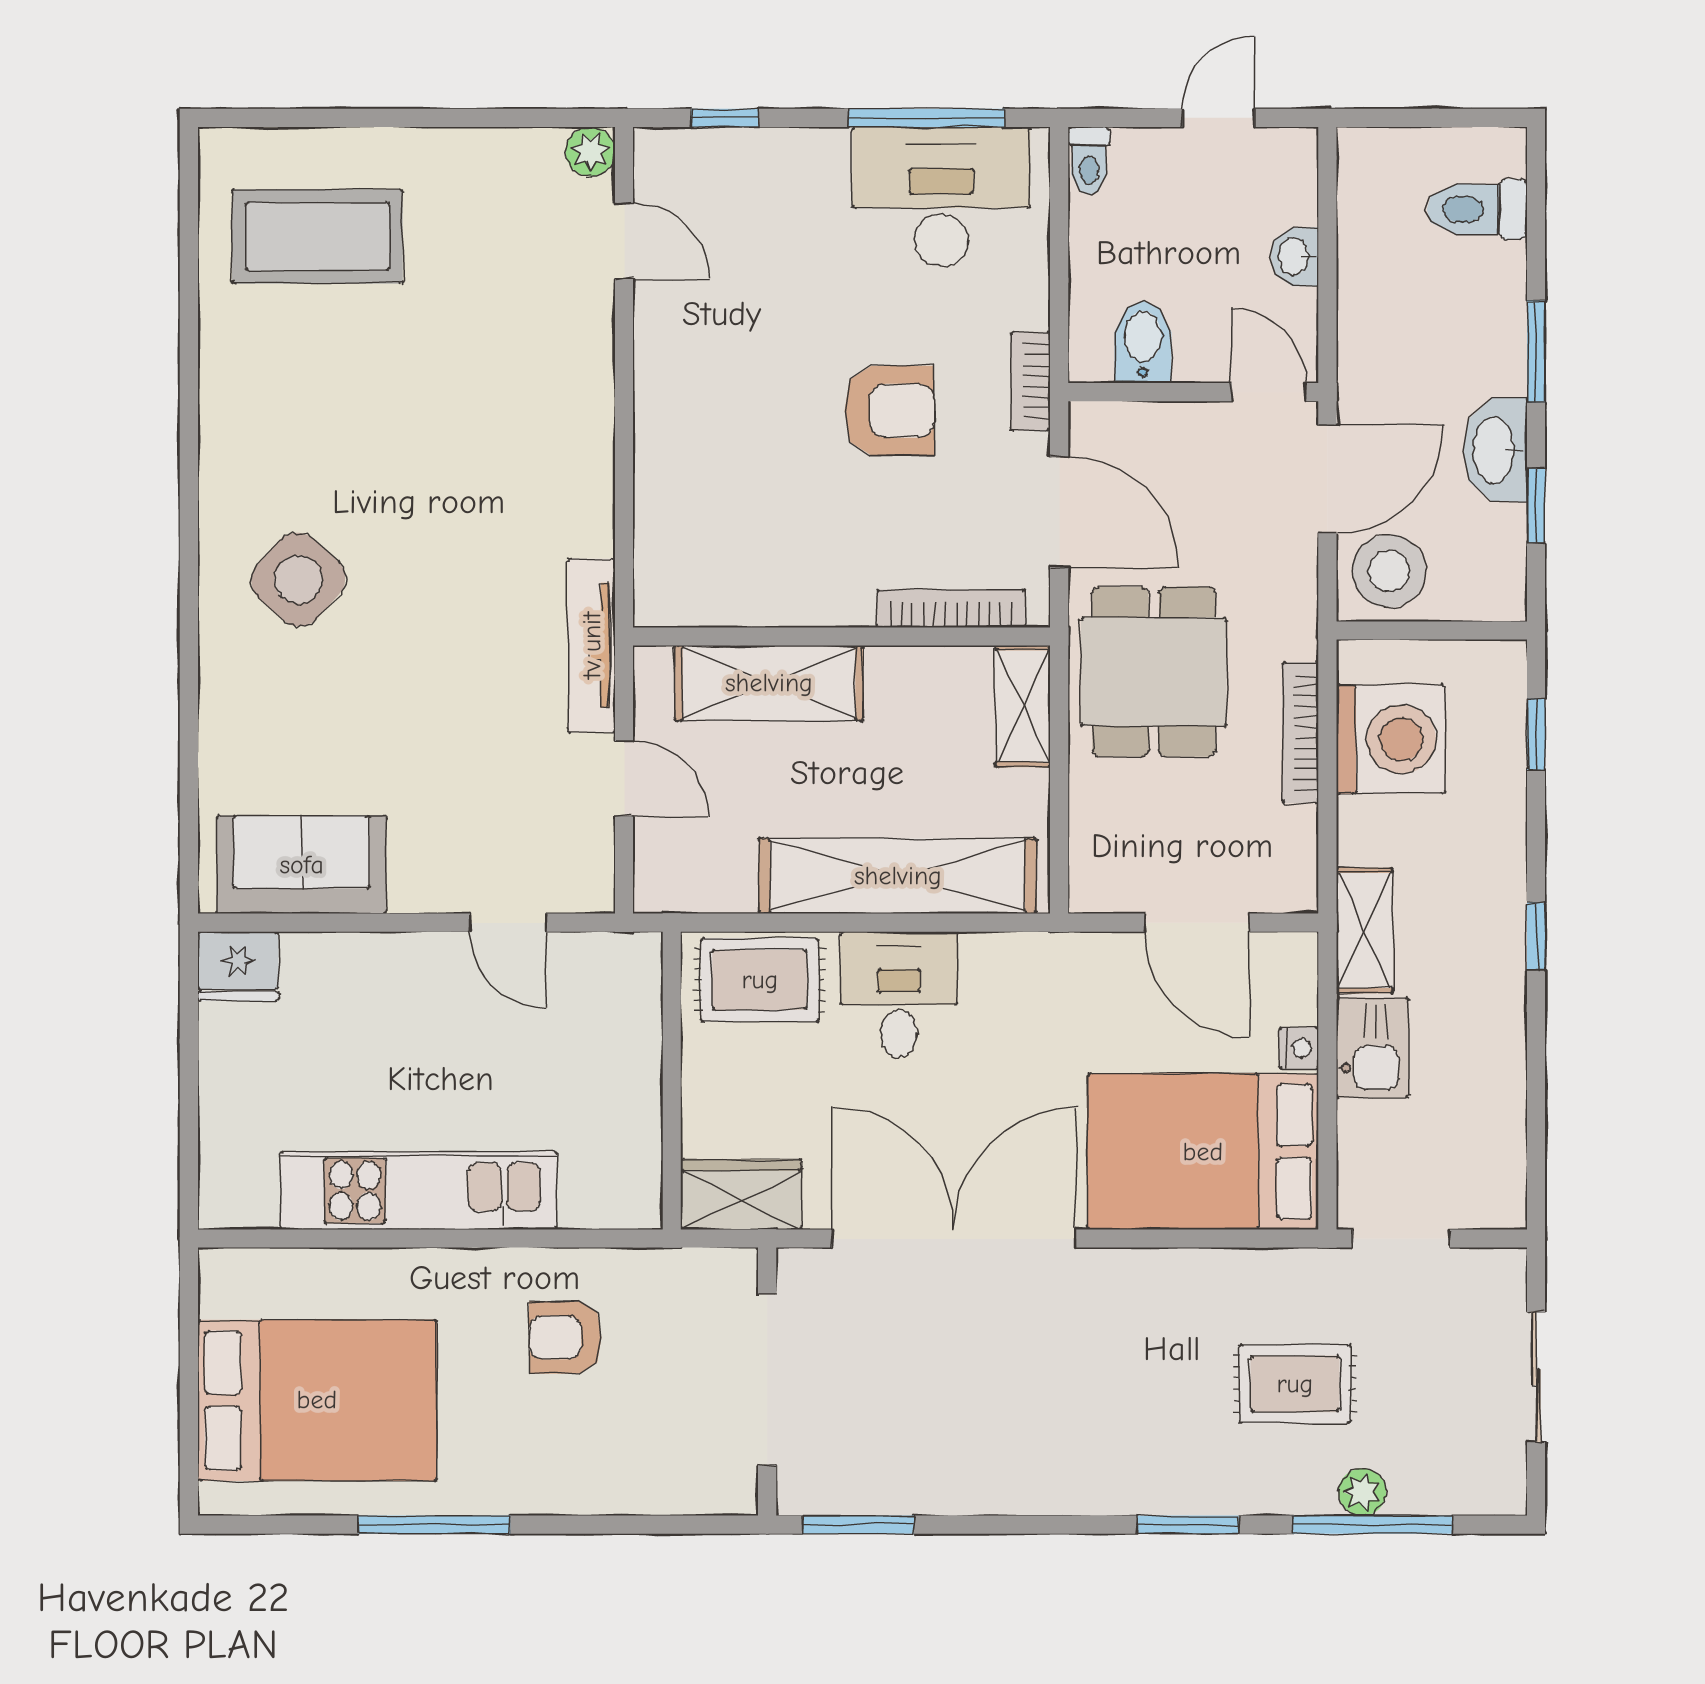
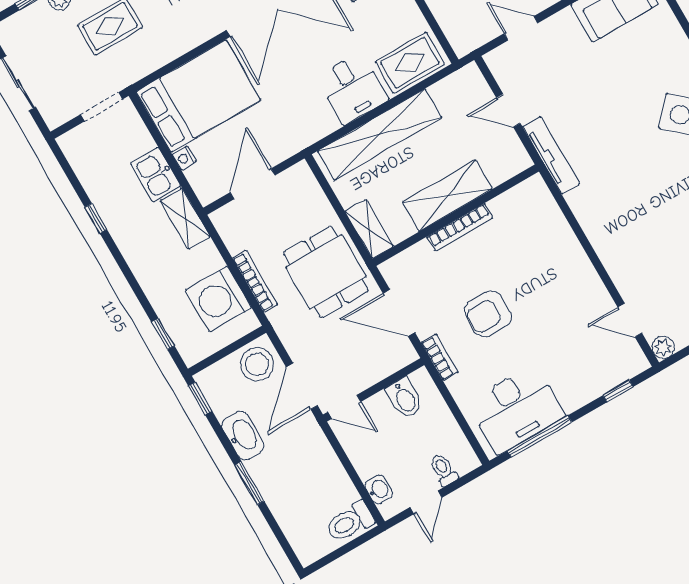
toilet: (1089, 161) -> (443, 470), moved
toilet: (1477, 209) -> (350, 522), moved, turned 180
washbasin: (1295, 257) -> (379, 489), moved
window: (1536, 505) -> (200, 398), moved
bookcase: (951, 609) -> (460, 227), moved
shelving: (769, 683) -> (447, 196), moved
door: (1197, 923) -> (253, 184), hinge flipped
window: (1536, 936) -> (96, 218), moved

